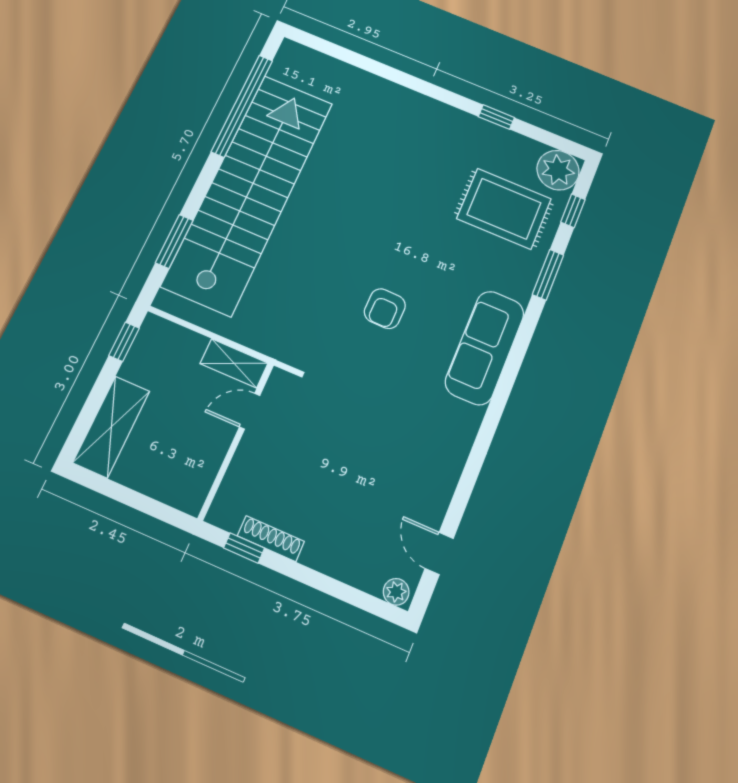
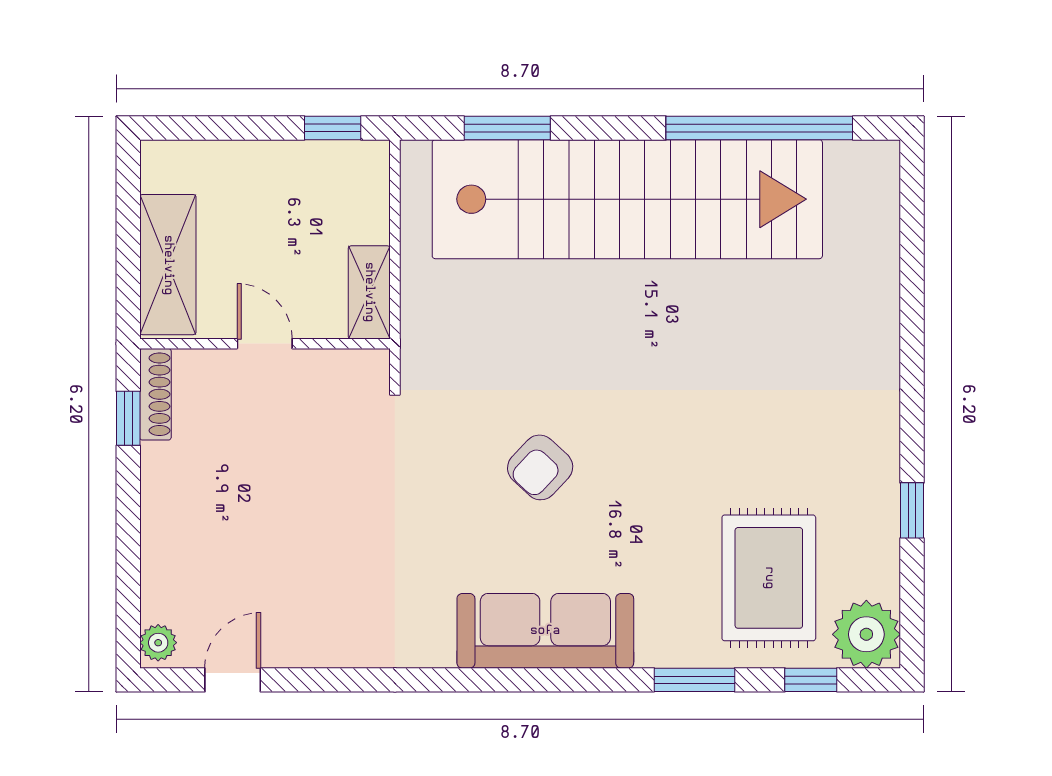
armchair: (385, 309) -> (540, 467), turned -48
door: (250, 411) -> (265, 344), moved
shelving: (111, 427) -> (168, 265), moved, turned 90
shoe rack: (271, 539) -> (155, 394), moved

